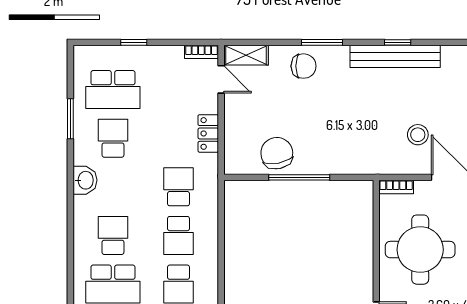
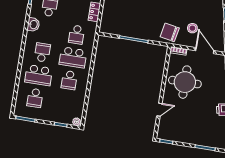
chair: (277, 153) -> (170, 32), moved, turned -68
school desk: (178, 187) -> (77, 35), turned 180
school desk: (178, 235) -> (73, 57), width x1.85

